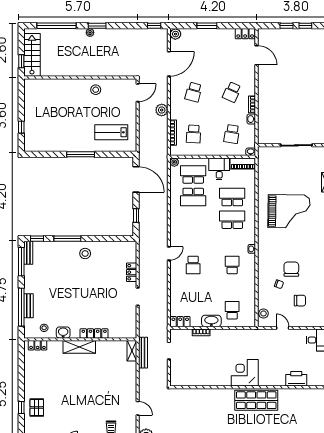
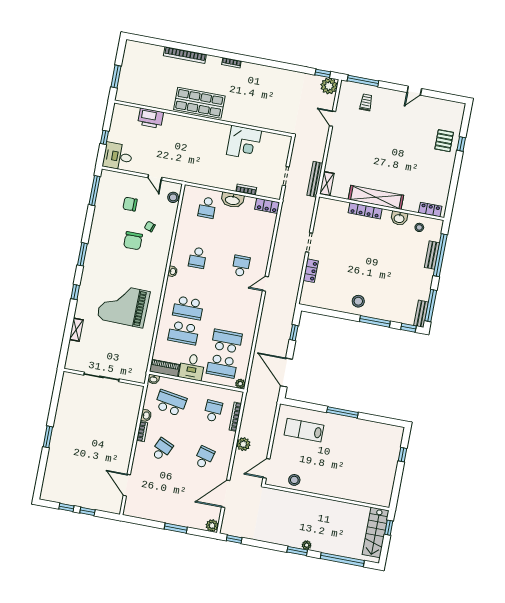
locker: (245, 34) -> (135, 511), removed
stool: (96, 90) -> (294, 480), moved
lab bench: (111, 132) -> (304, 430), turned 180
school desk: (232, 134) -> (171, 403), width x1.85
shelving: (79, 347) -> (376, 197), width x1.47
corner desk: (245, 373) -> (244, 143), moved

